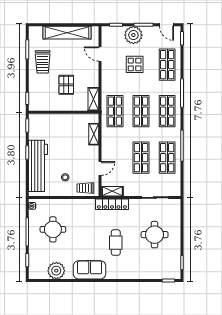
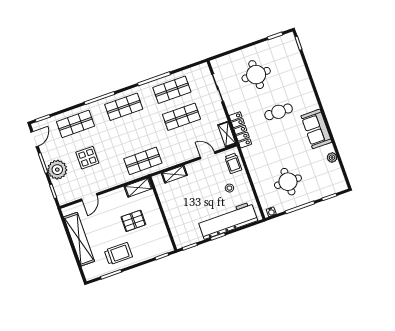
shop shelf: (141, 111) -> (133, 134), removed
plant: (56, 271) -> (332, 158), width x0.53, depth x0.53

